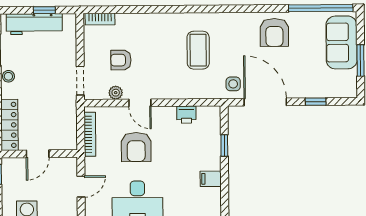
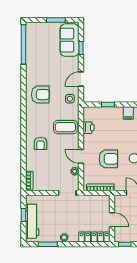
armchair: (274, 32) -> (40, 95), moved
sofa: (342, 42) -> (70, 40), moved, turned 90
coffee table: (198, 50) -> (65, 127), moved
armchair: (121, 60) -> (40, 144), moved
door: (265, 102) -> (81, 79), width x0.53
door: (140, 103) -> (81, 156), swing flipped

